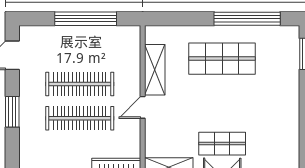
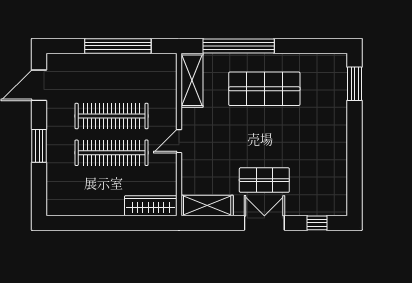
window: (247, 19) -> (239, 46), moved
shelving: (155, 70) -> (192, 80), moved

